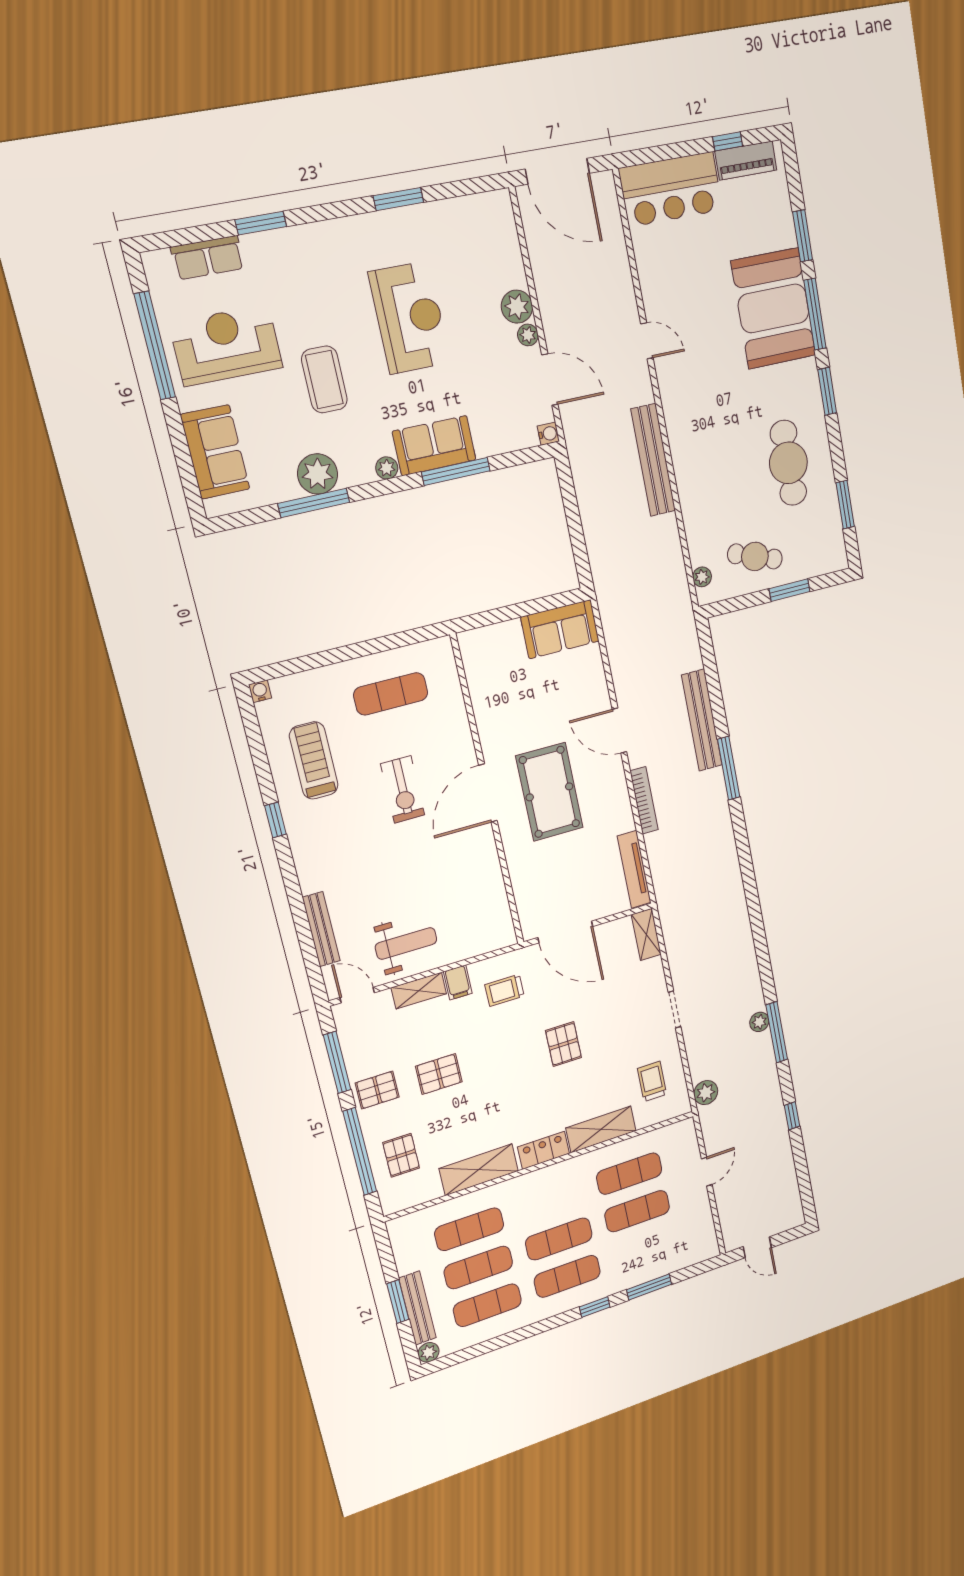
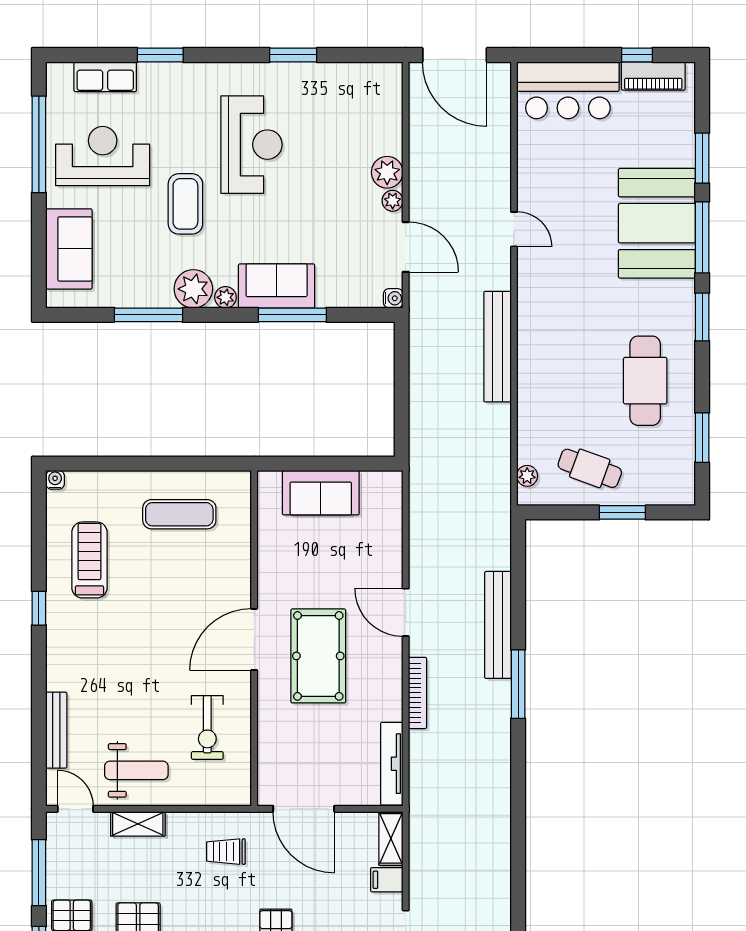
reception desk: (410, 318) -> (251, 145), moved
plant: (318, 474) -> (193, 289), moved
sofa: (560, 629) -> (321, 493), moved
exercise bike: (403, 789) -> (207, 727), moved
filing cabinet: (458, 982) -> (387, 880), moved, turned 90

